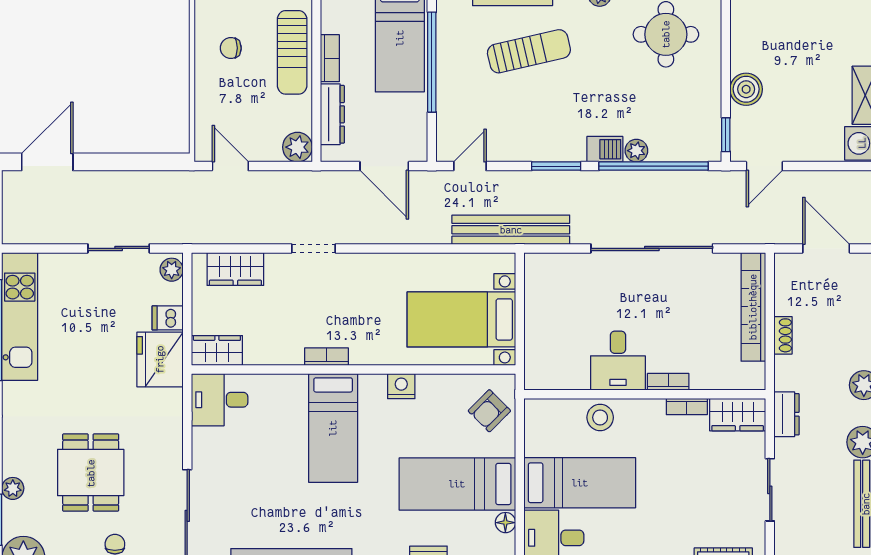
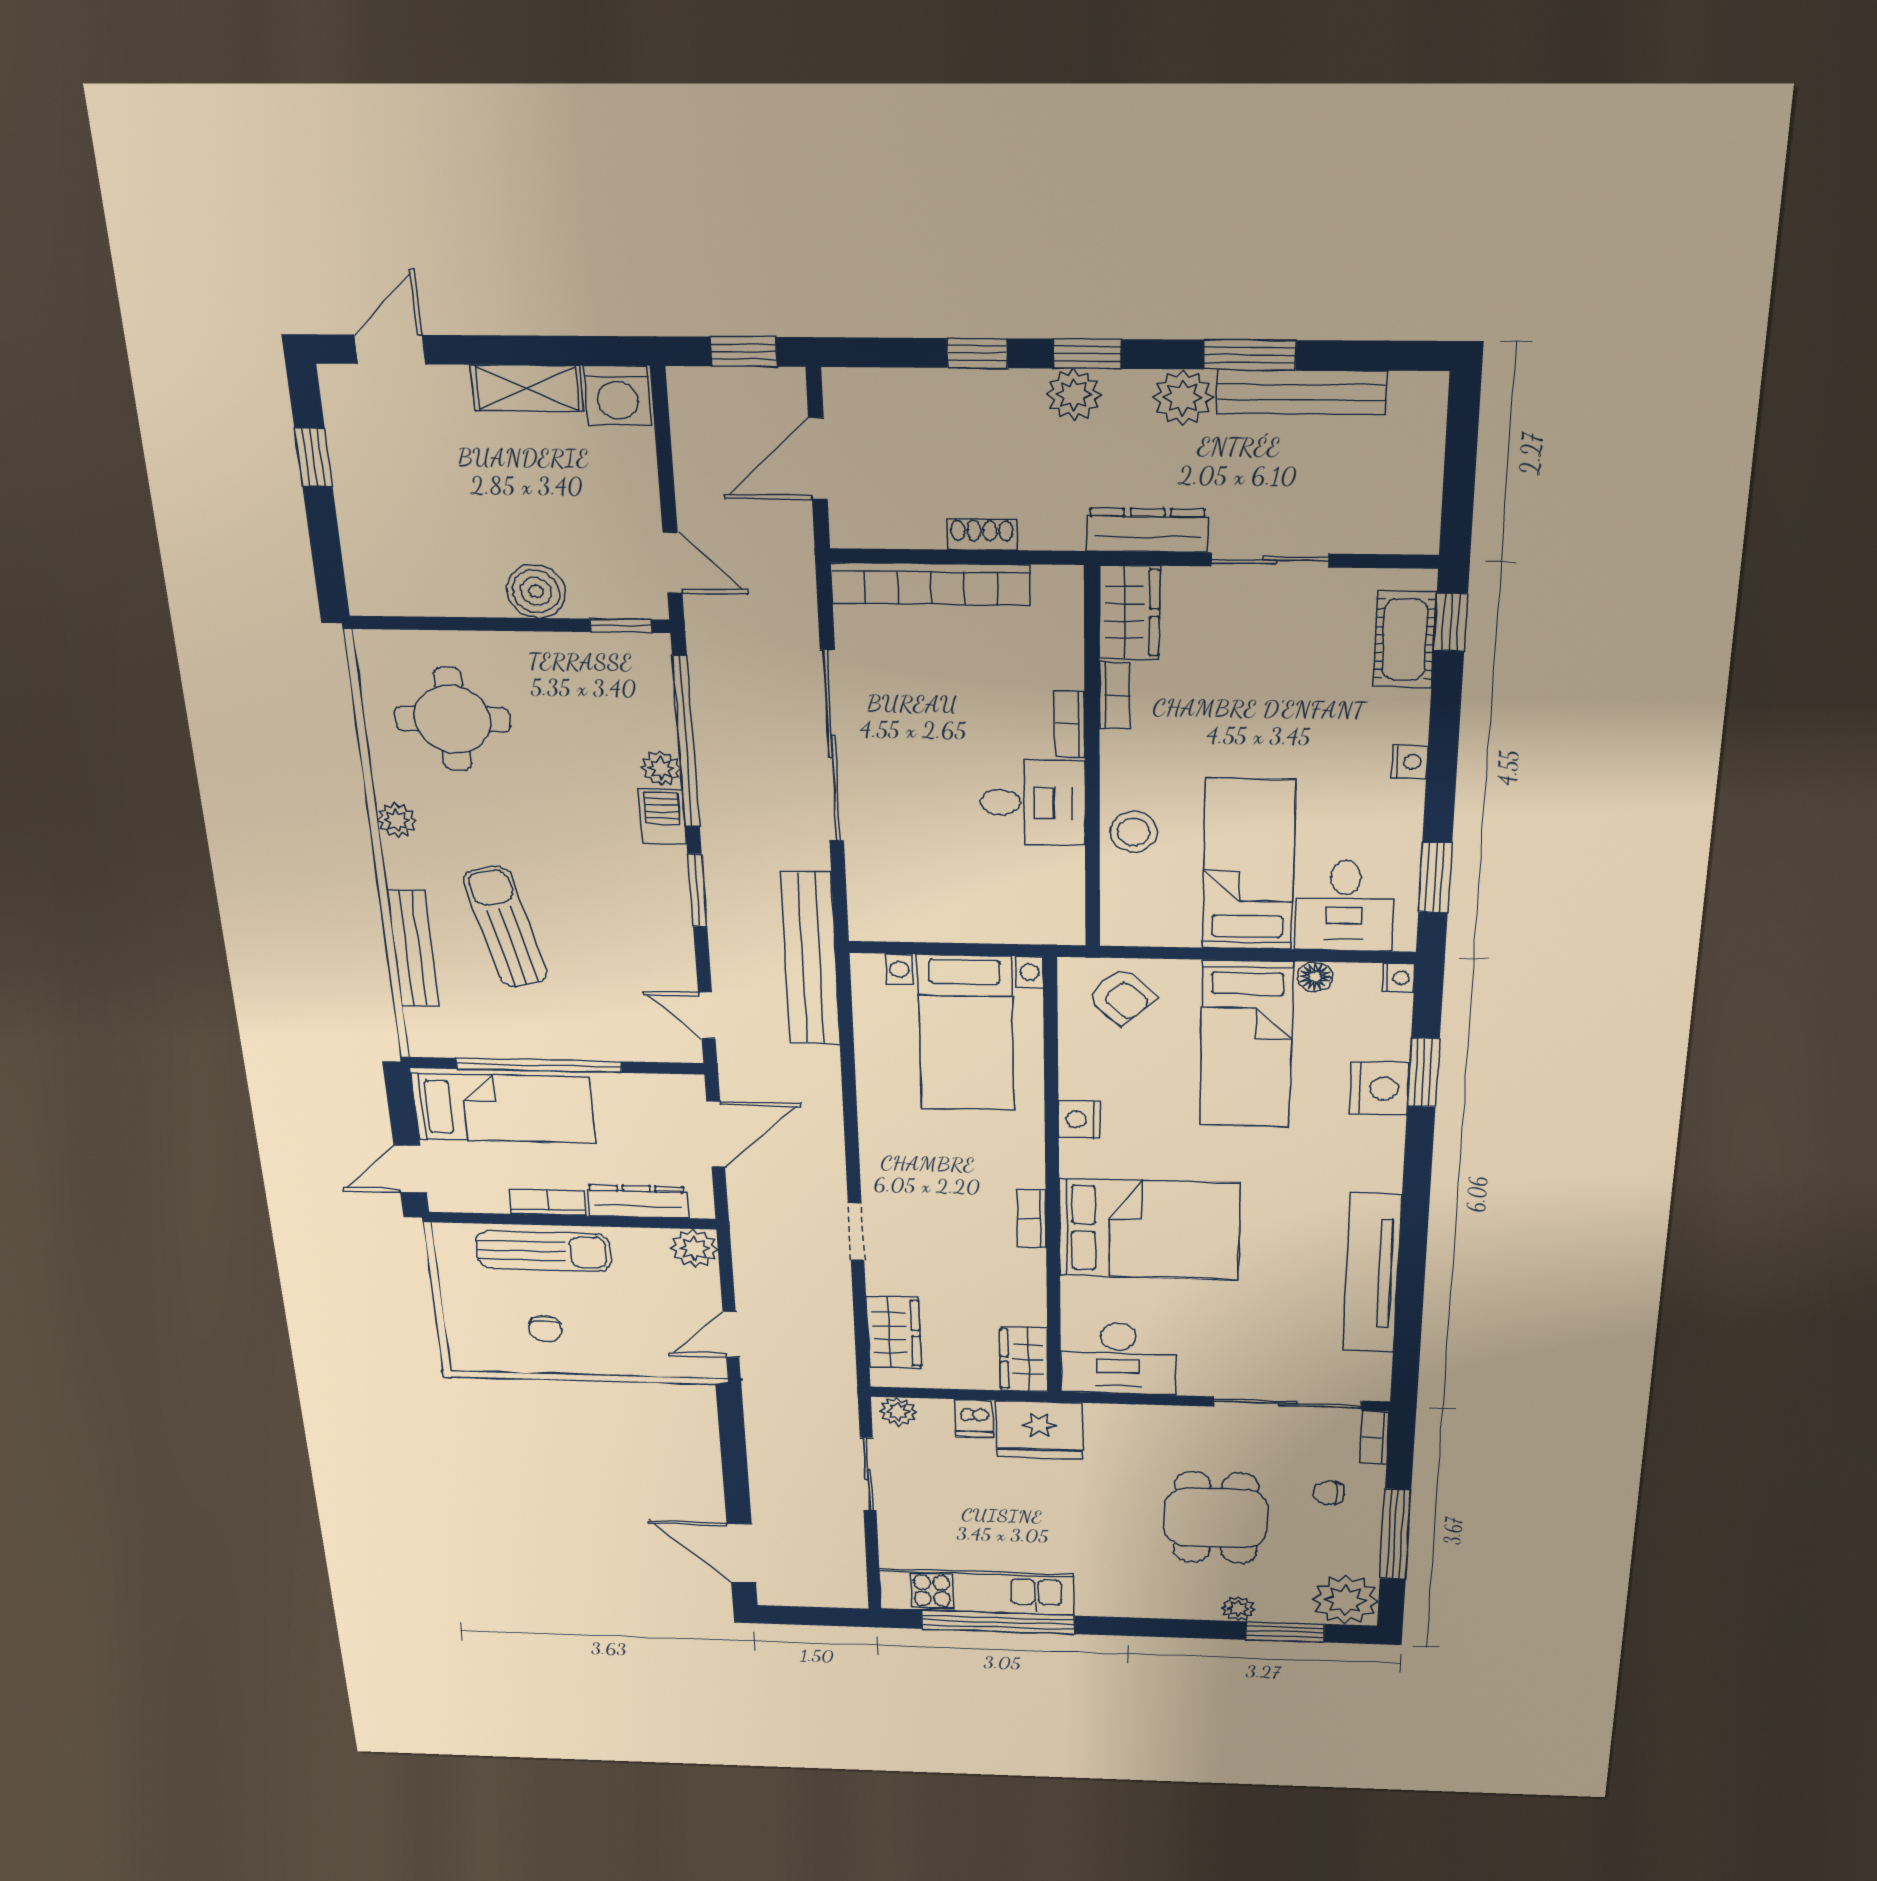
desk: (220, 400) -> (1118, 1359), width x1.37
dresser: (787, 414) -> (1147, 530), width x1.44
bed: (333, 428) -> (1149, 1229), width x1.50
dining table: (91, 473) -> (1216, 1518), turned 90

